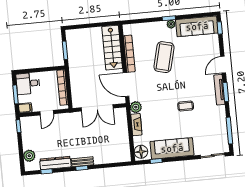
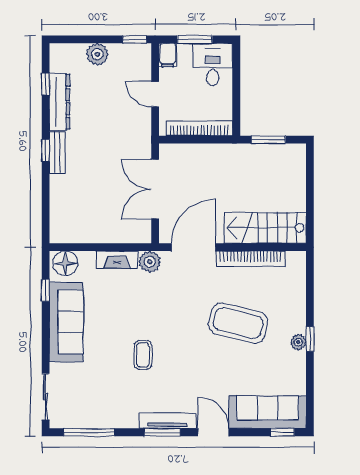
sofa: (197, 26) -> (268, 412), moved, turned 90
plant: (29, 156) -> (97, 54), moved

